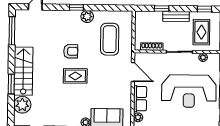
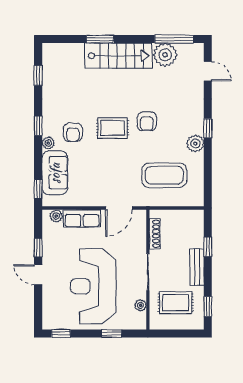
rug: (75, 76) -> (113, 128), turned 90
armchair: (78, 104) -> (73, 132), added
plant: (22, 105) -> (165, 55), moved

